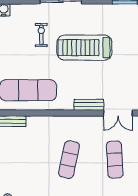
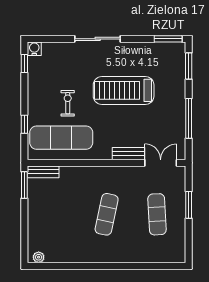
exercise bike: (41, 35) -> (68, 103), moved
double door: (118, 113) -> (161, 163), swing flipped

